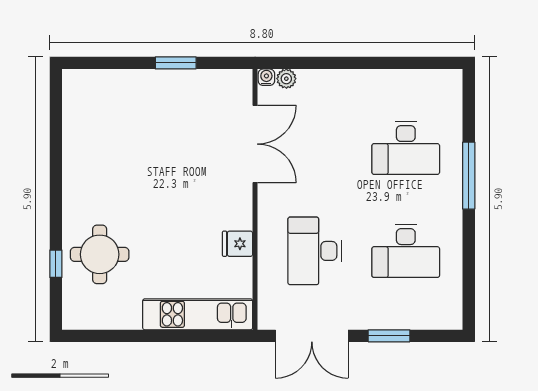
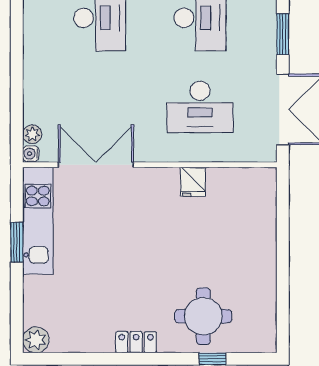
plant: (75, 82) -> (36, 340), added
locker: (73, 185) -> (136, 342), added
kitchen unit: (198, 314) -> (38, 221), moved, turned 180

